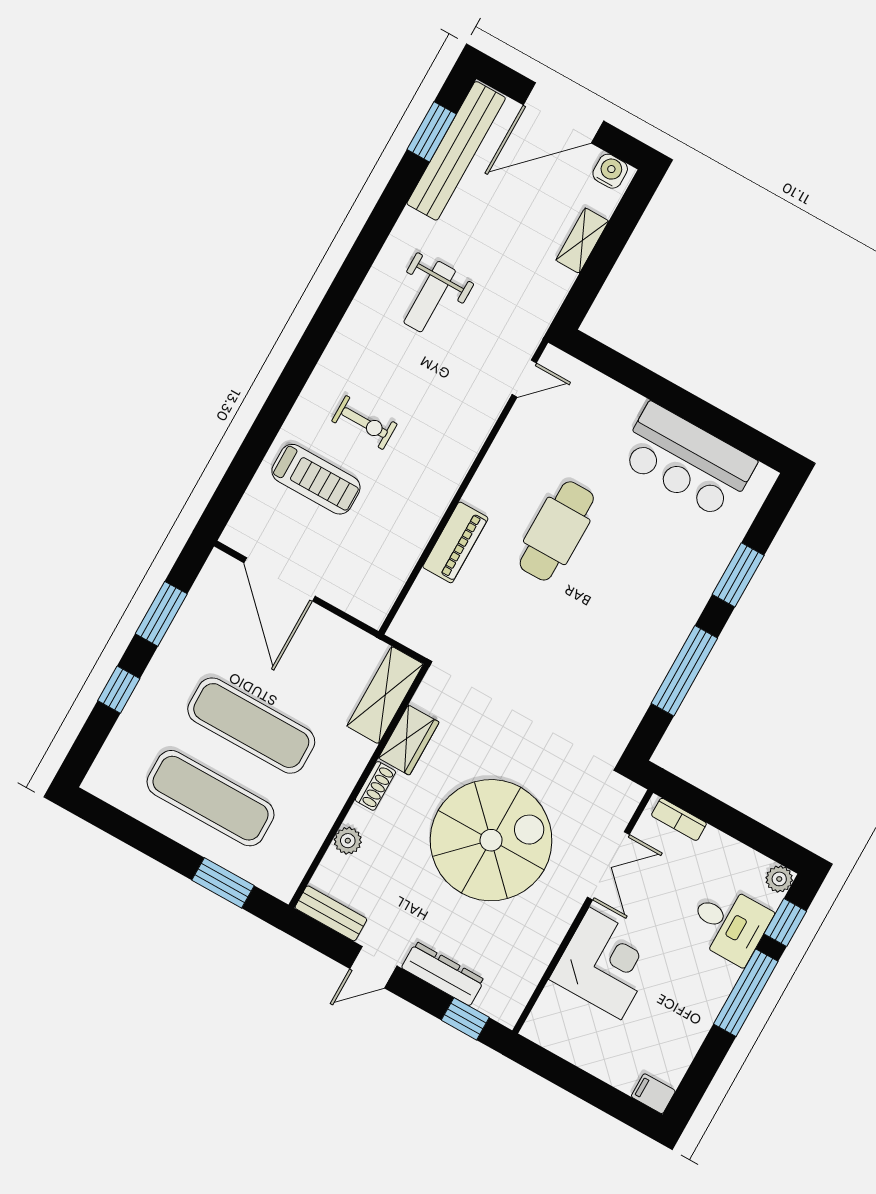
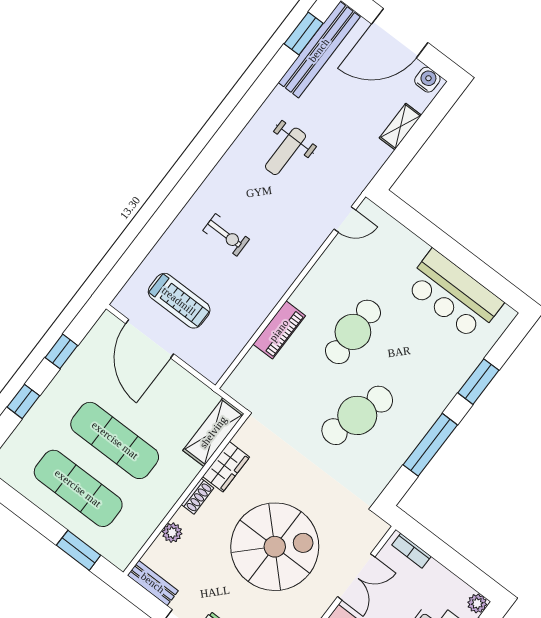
treadmill: (316, 479) -> (179, 301), moved
window: (161, 614) -> (61, 351), width x0.67
cafe table: (579, 645) -> (357, 415), added

